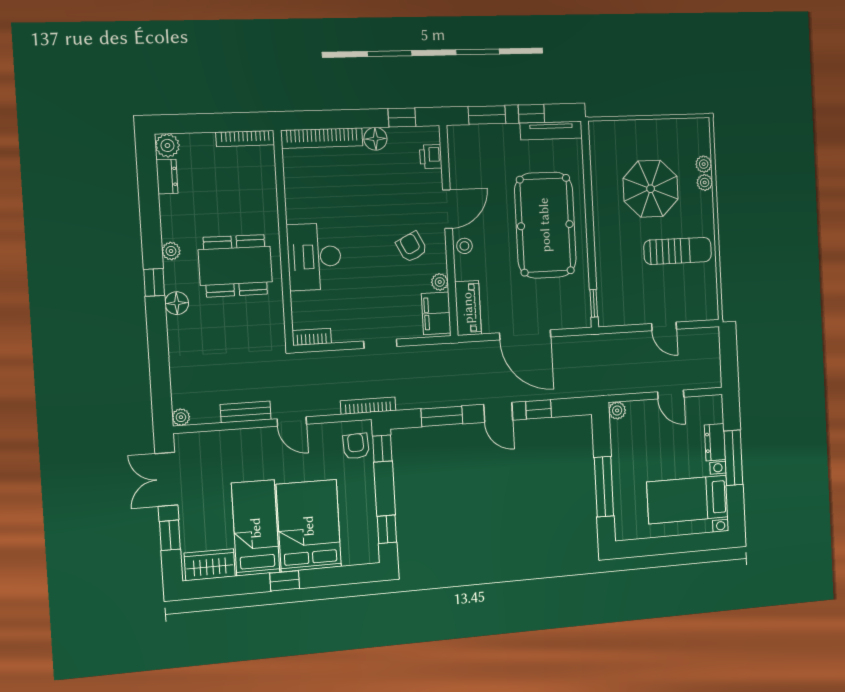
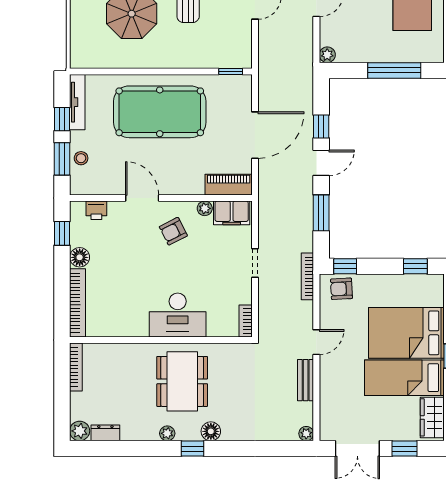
stool: (464, 246) -> (81, 158), moved

